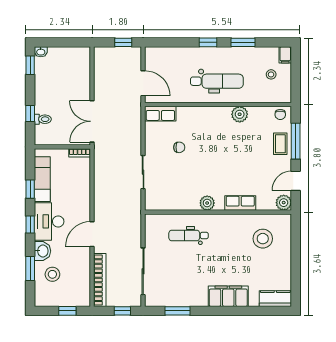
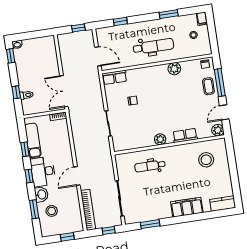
window: (208, 42) -> (120, 21), moved

